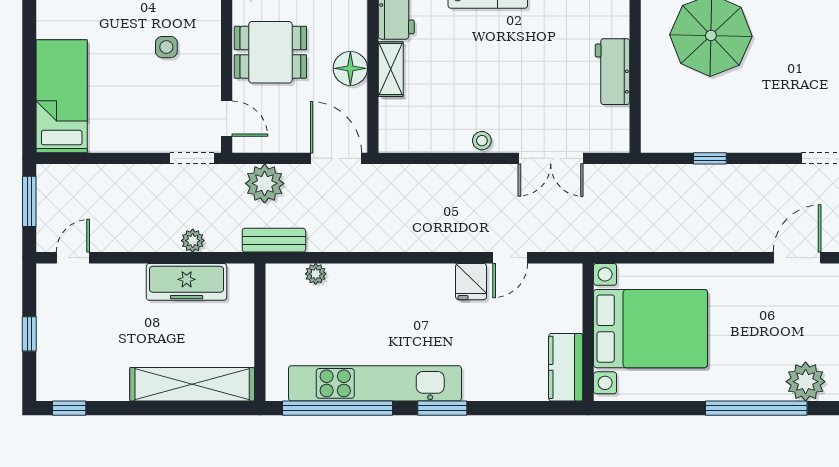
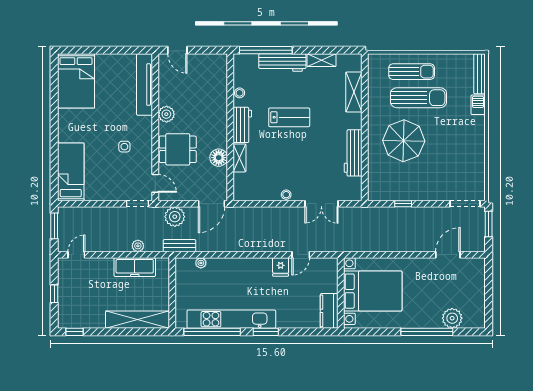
workbench: (612, 72) -> (353, 153), width x1.38
door: (336, 158) -> (211, 204), swing flipped

